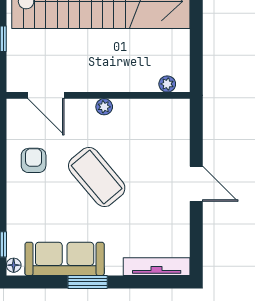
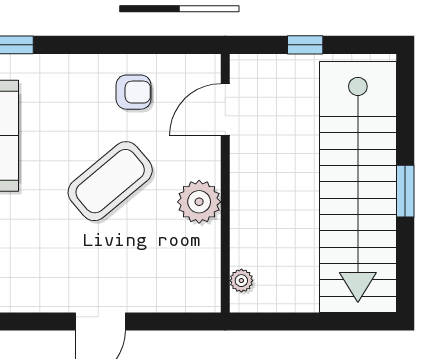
plant: (104, 107) -> (199, 202), width x1.88, depth x1.88

